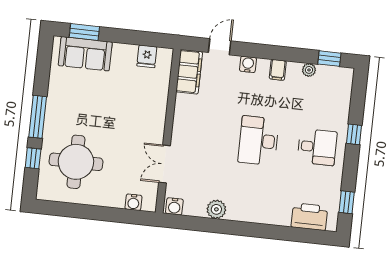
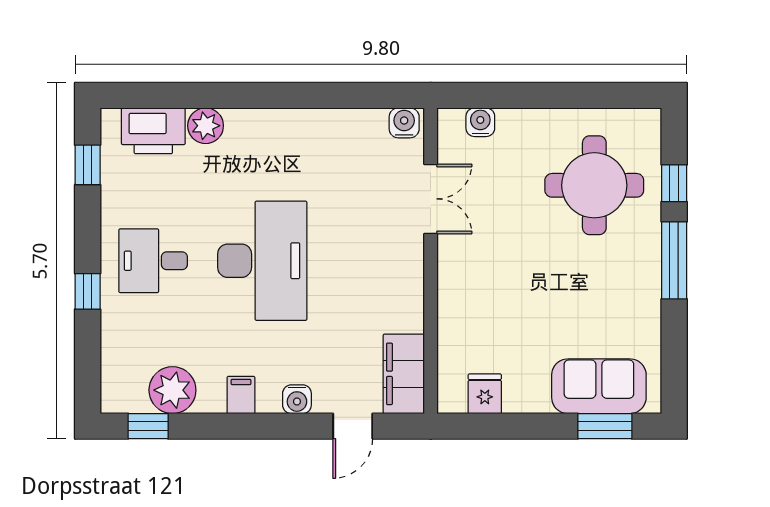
plant: (309, 70) -> (172, 390), width x1.88, depth x1.88
desk: (259, 141) -> (262, 261), width x1.36, depth x1.30
plant: (216, 209) -> (206, 126), moved

